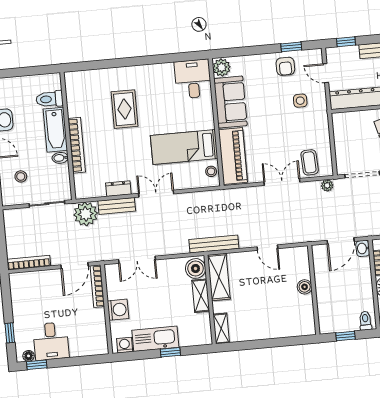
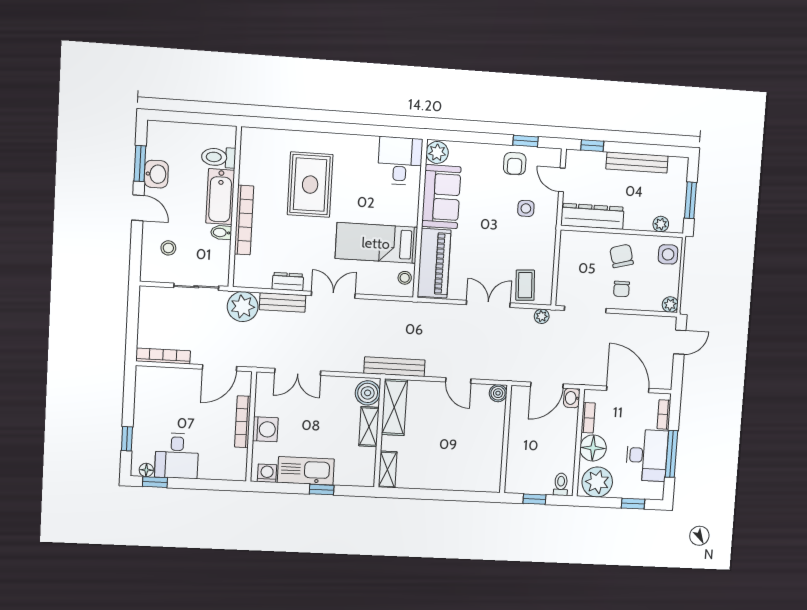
rug: (125, 109) -> (310, 185), width x1.36, depth x1.43
bookcase: (97, 286) -> (243, 422), moved
boiler: (305, 287) -> (498, 393), moved

